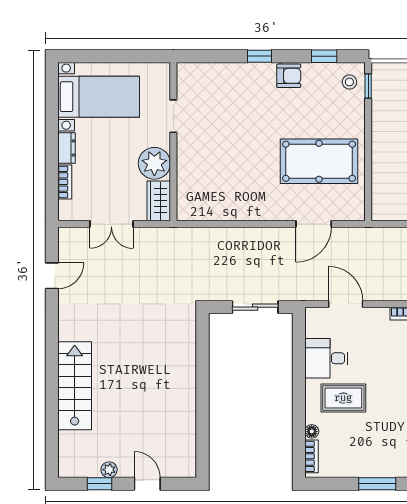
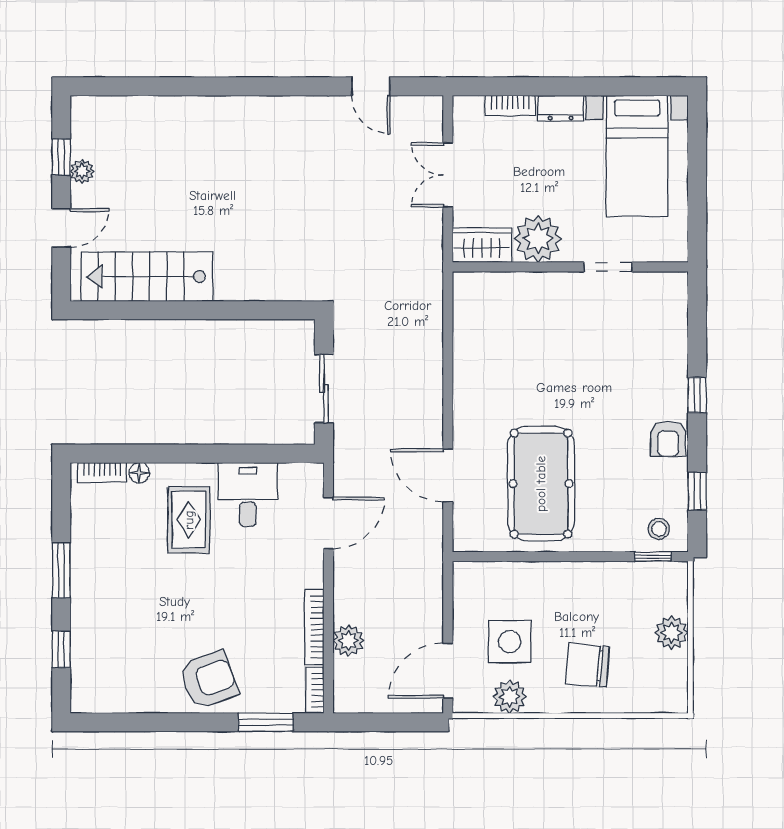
stairs: (75, 386) -> (147, 277), moved, turned 180

